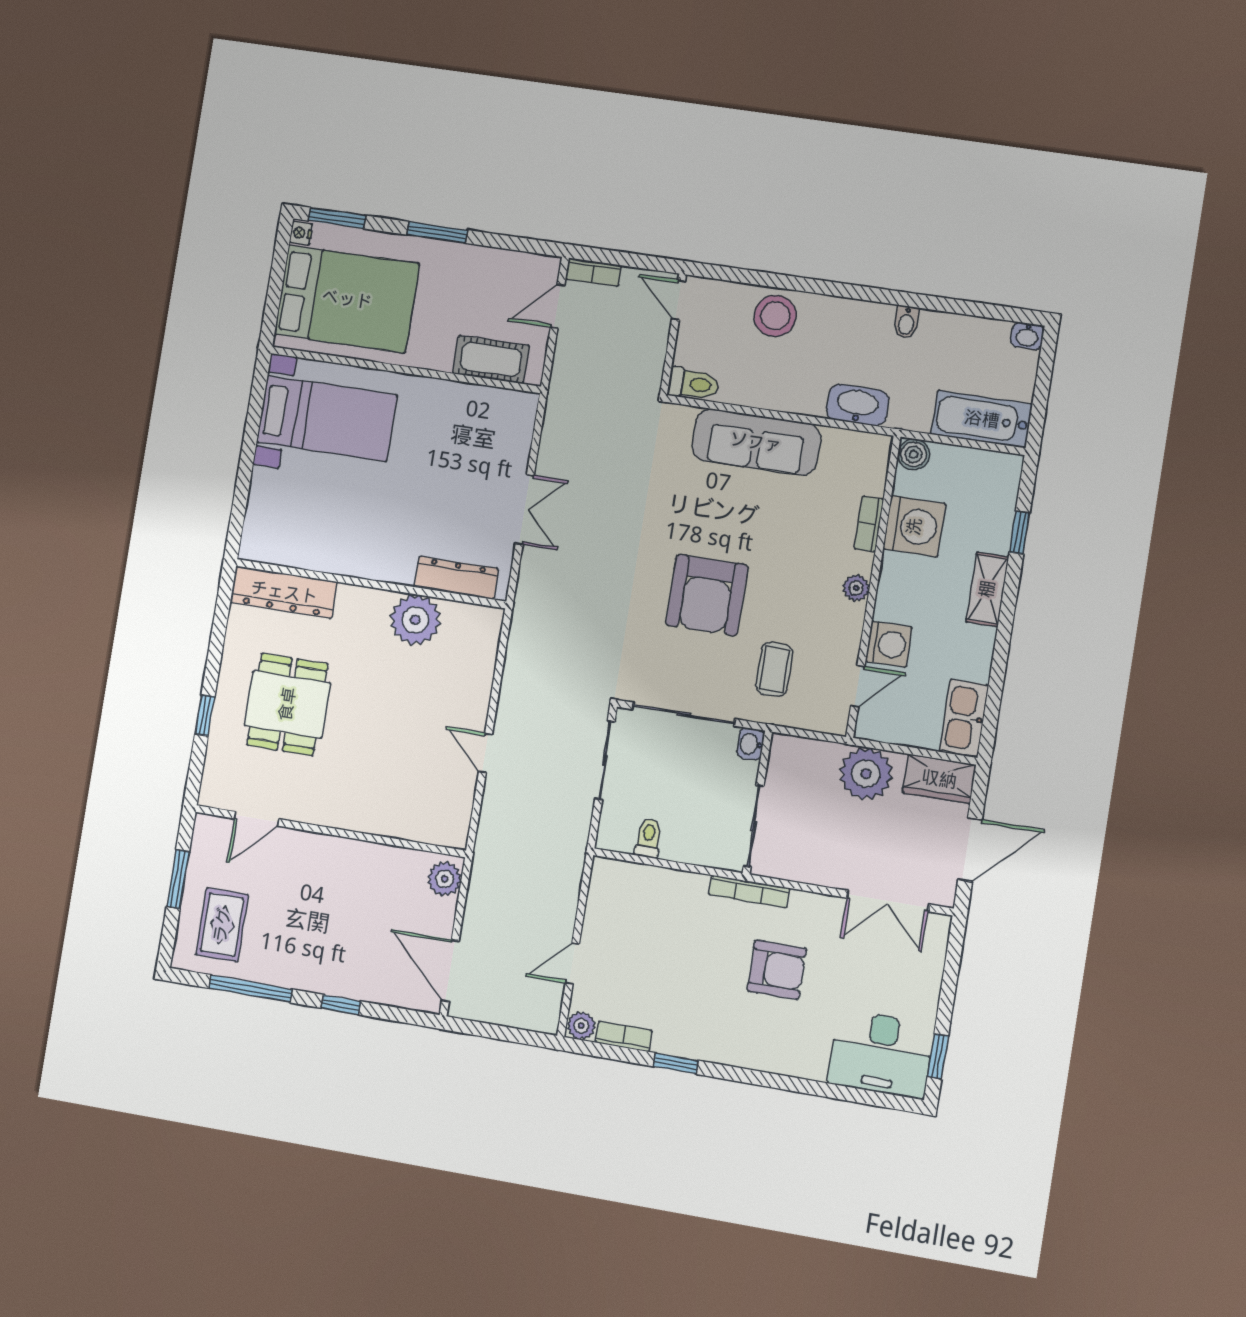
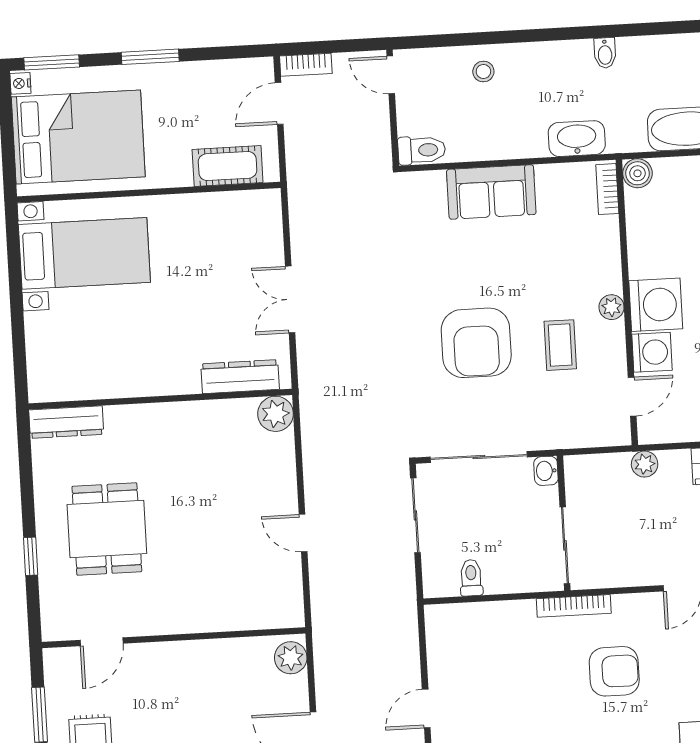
stool: (775, 316) -> (483, 71), width x0.53, depth x0.53
sofa: (756, 442) -> (491, 192), width x0.73
double door: (525, 509) -> (290, 299), swing flipped
bookcase: (869, 524) -> (607, 189), moved
washing machine: (914, 526) -> (656, 305), moved
dresser: (284, 592) -> (66, 422), width x0.73, depth x0.80
plant: (415, 620) -> (276, 414), moved, width x0.73, depth x0.73
coffee table: (774, 669) -> (560, 345), moved
plant: (866, 774) -> (645, 464), width x0.53, depth x0.53

